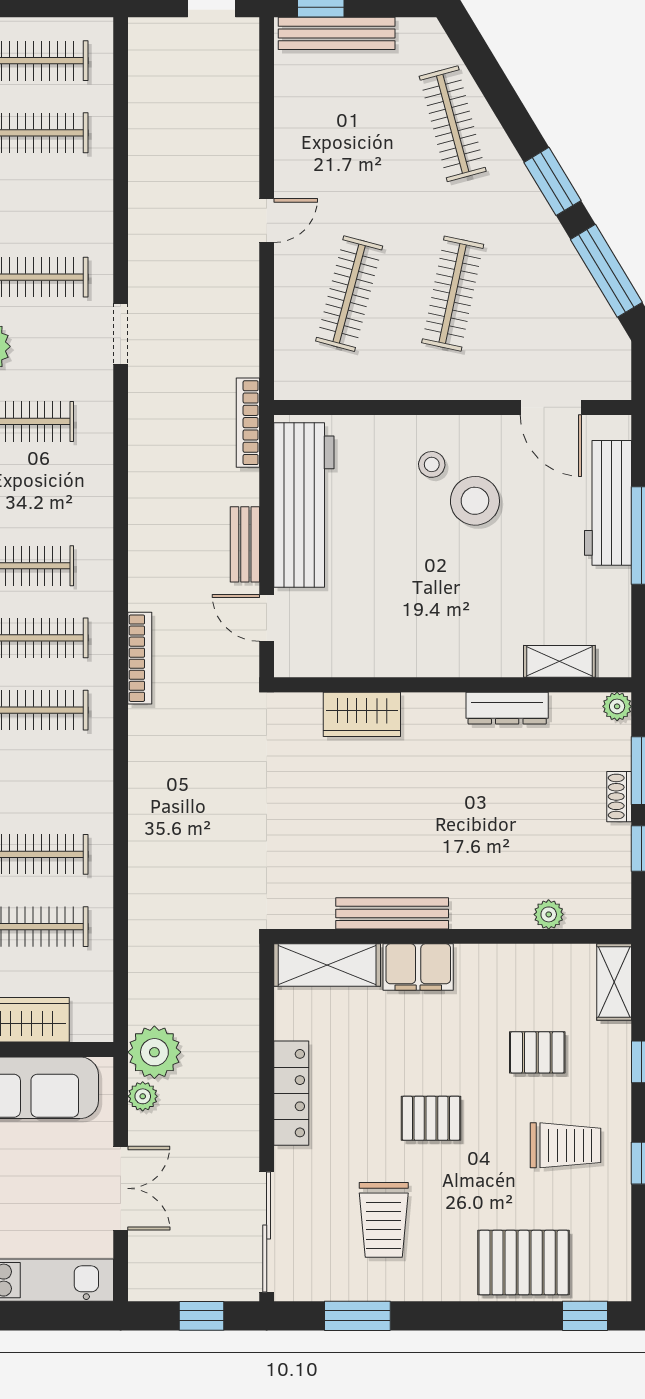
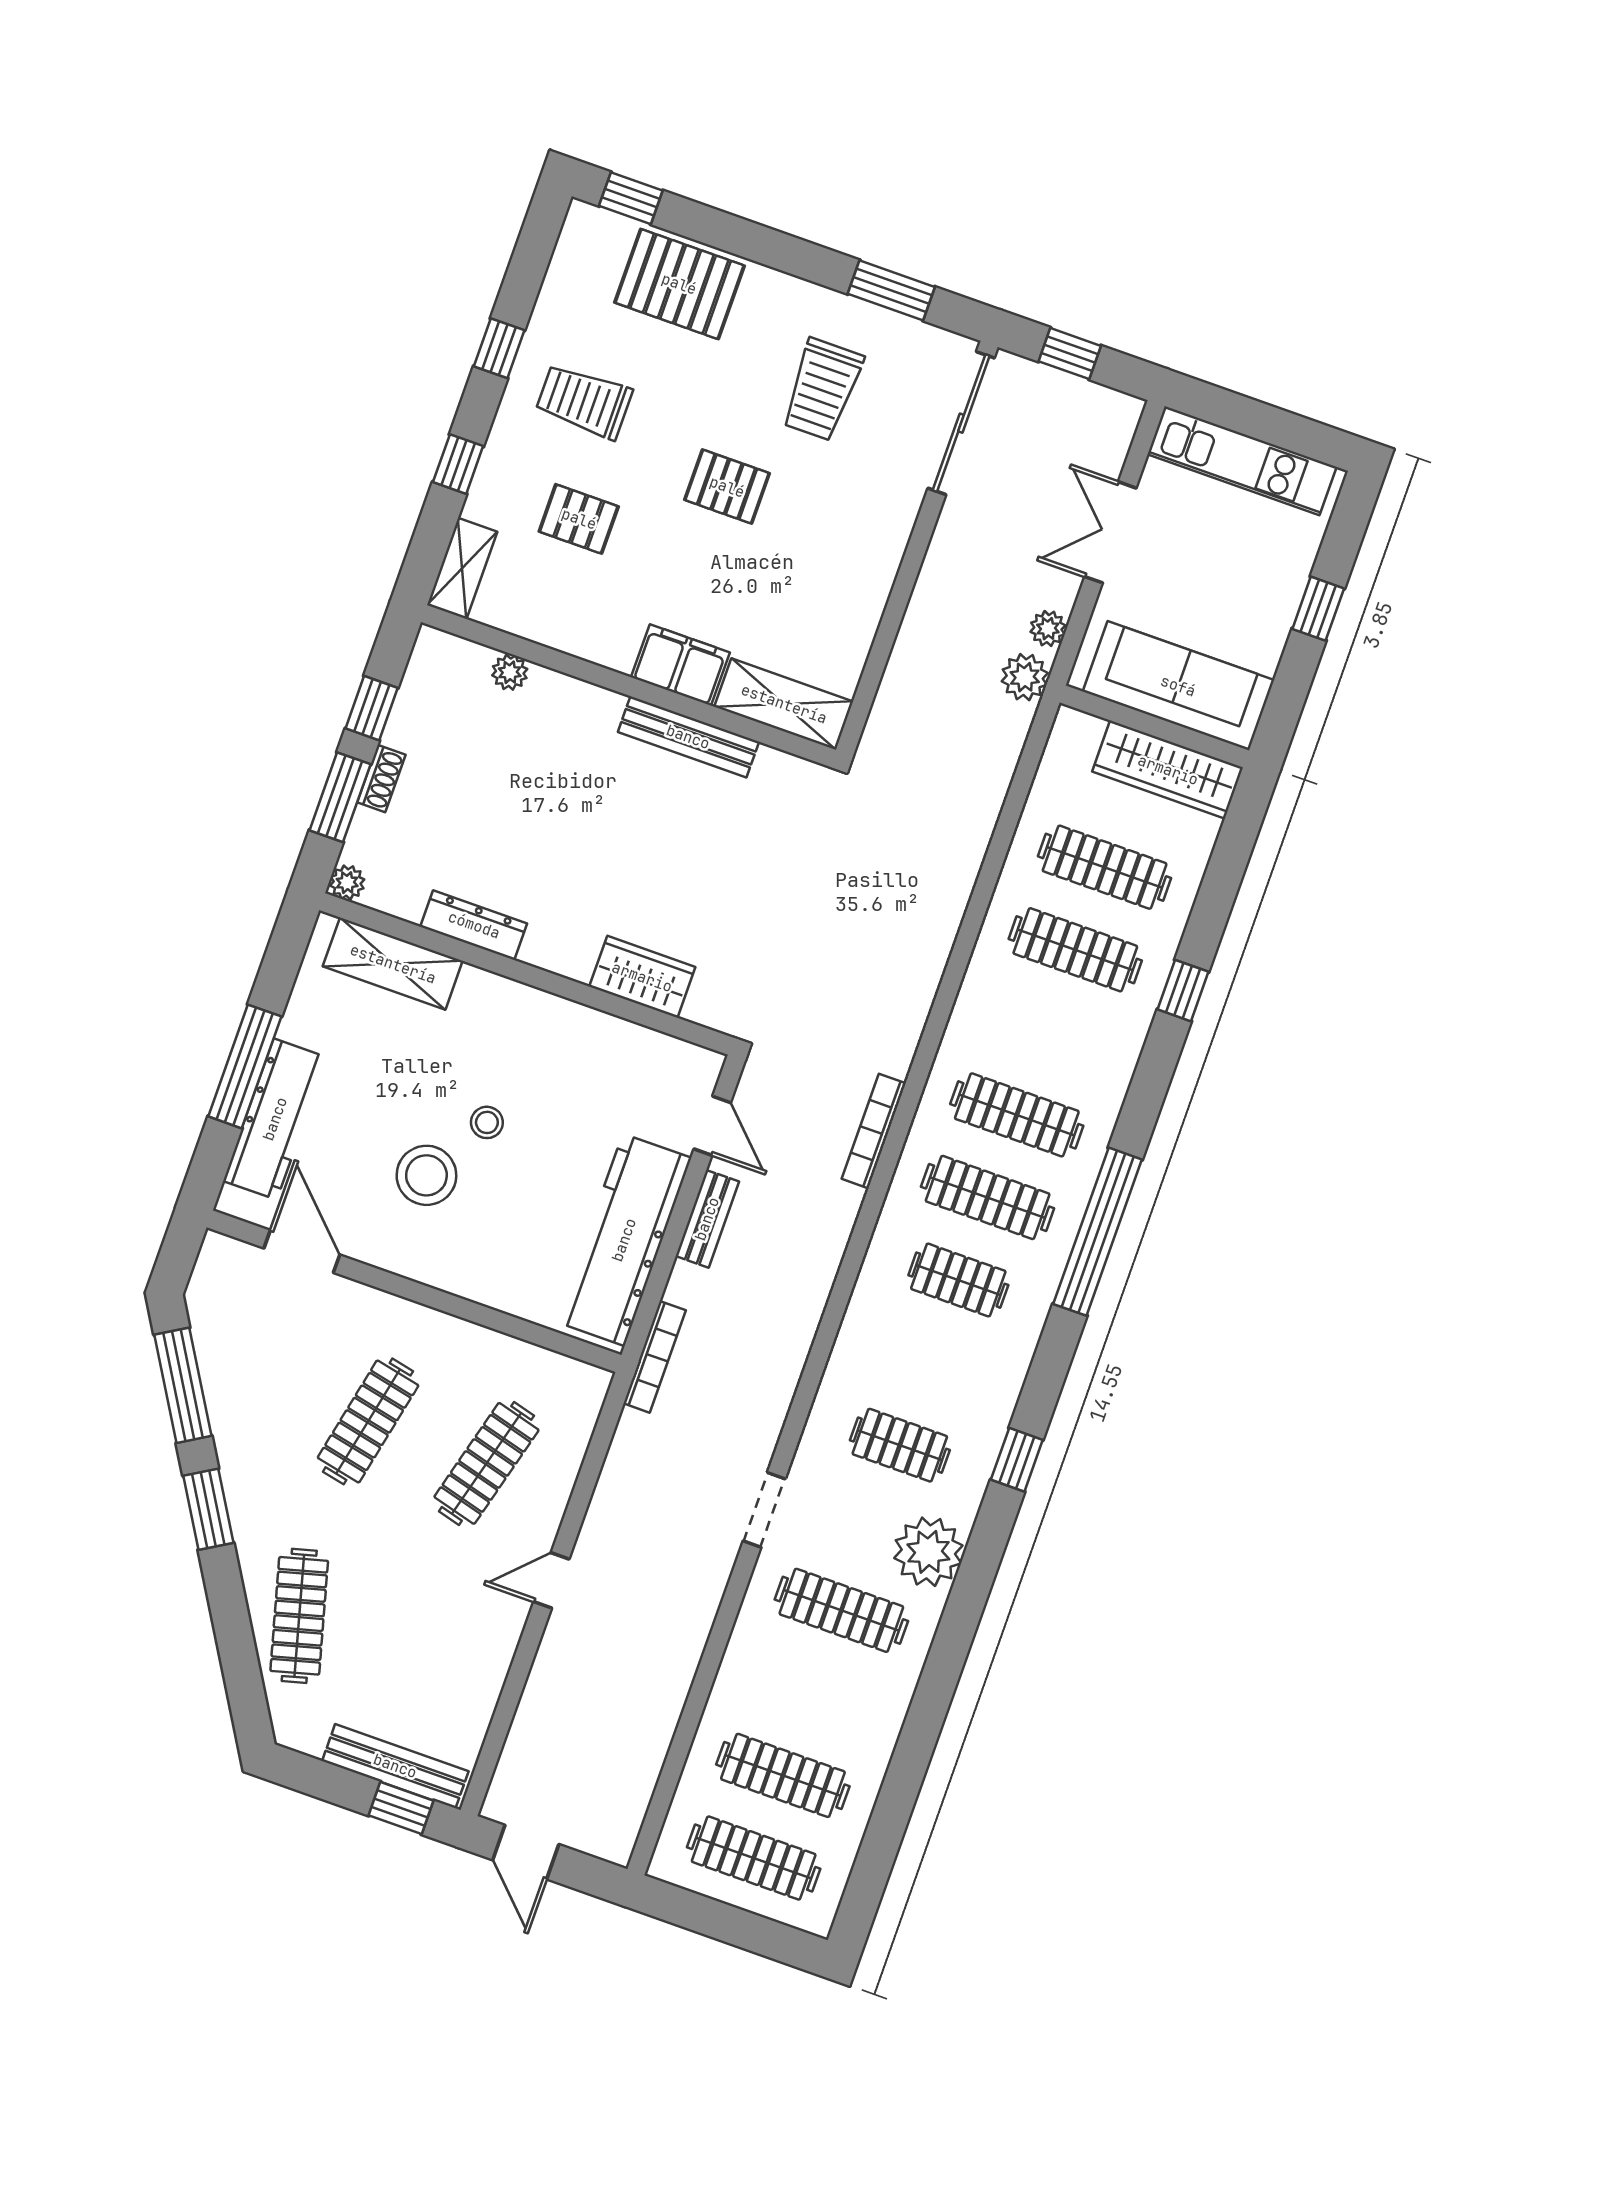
stool: (432, 464) -> (487, 1122), moved
shelving: (559, 661) -> (393, 964), width x1.50, depth x1.33
plant: (154, 1052) -> (1025, 677), width x0.73, depth x0.73
locker: (291, 1093) -> (877, 572), removed
trolley: (384, 1220) -> (822, 389), turned 180

